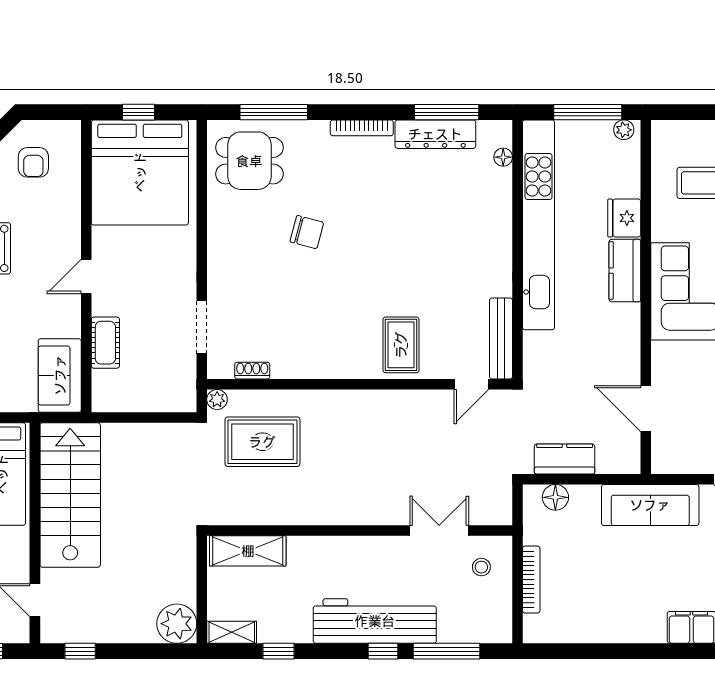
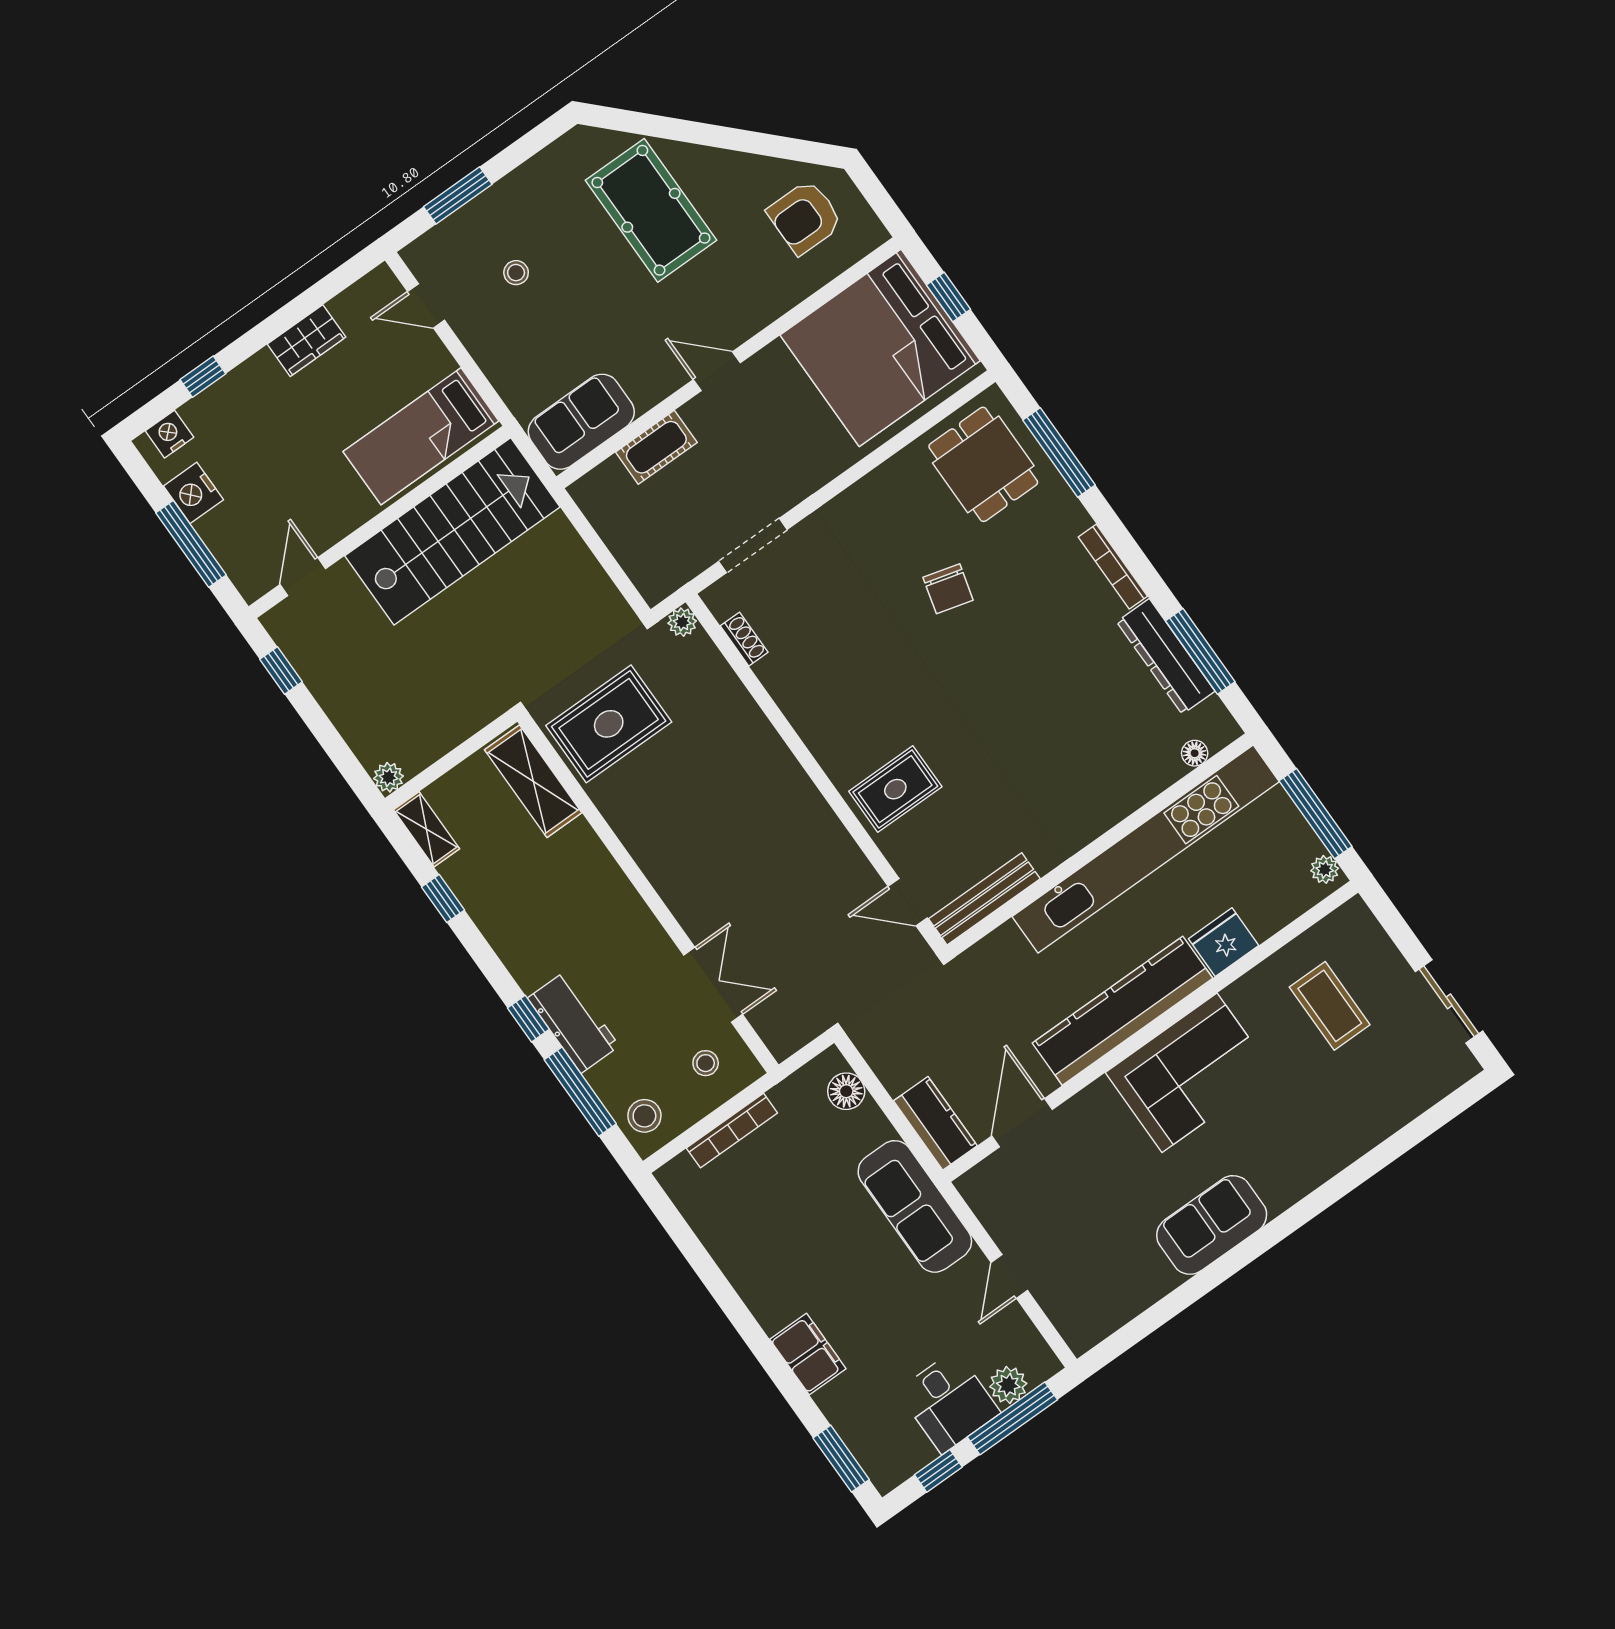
armchair: (33, 162) -> (805, 217), width x1.38, depth x1.38
kitchen counter: (625, 271) -> (1123, 1011), width x2.08, depth x1.17
rug: (262, 442) -> (609, 724), moved, turned 90
kitchen counter: (565, 459) -> (935, 1123), moved
workbench: (375, 621) -> (573, 1022), width x0.53, depth x0.76
plant: (177, 624) -> (388, 777), width x0.53, depth x0.53
stool: (487, 624) -> (644, 1116), added

